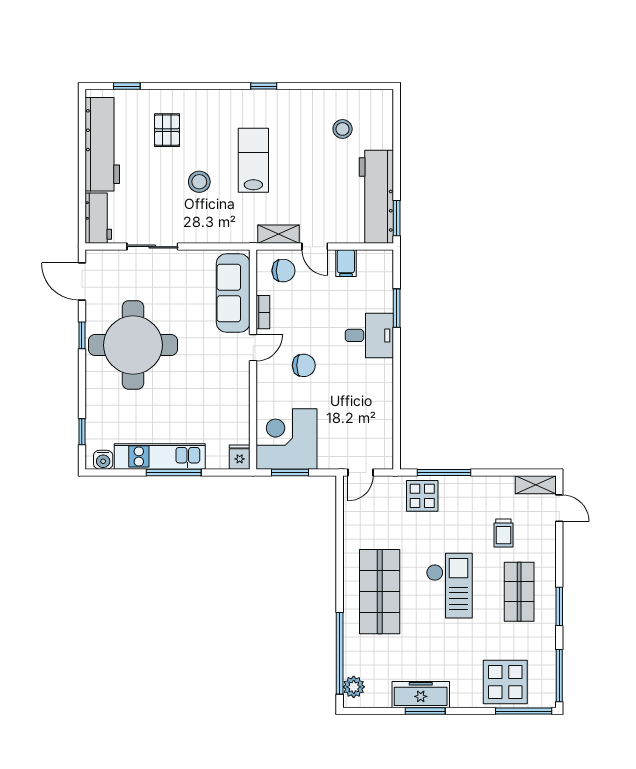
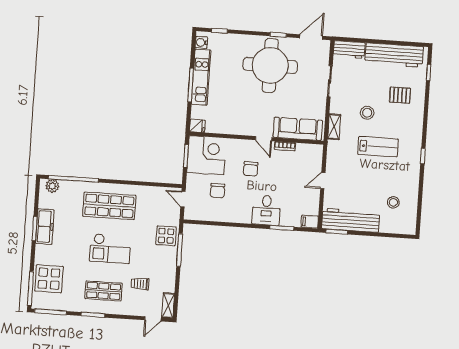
shelving: (279, 234) -> (334, 127), moved
filing cabinet: (346, 263) -> (310, 222), moved
chair: (283, 271) -> (217, 191), moved

